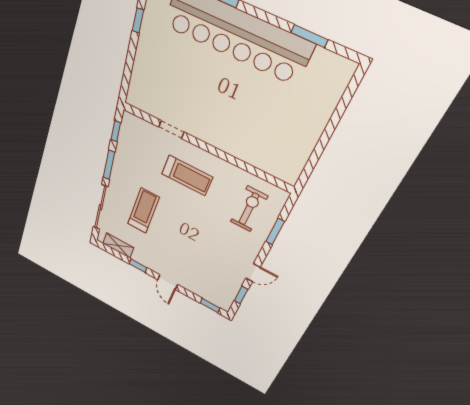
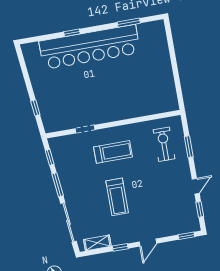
window: (138, 20) -> (35, 108), moved
treadmill: (143, 211) -> (117, 197), moved, turned 180
door: (168, 282) -> (148, 243), hinge flipped

